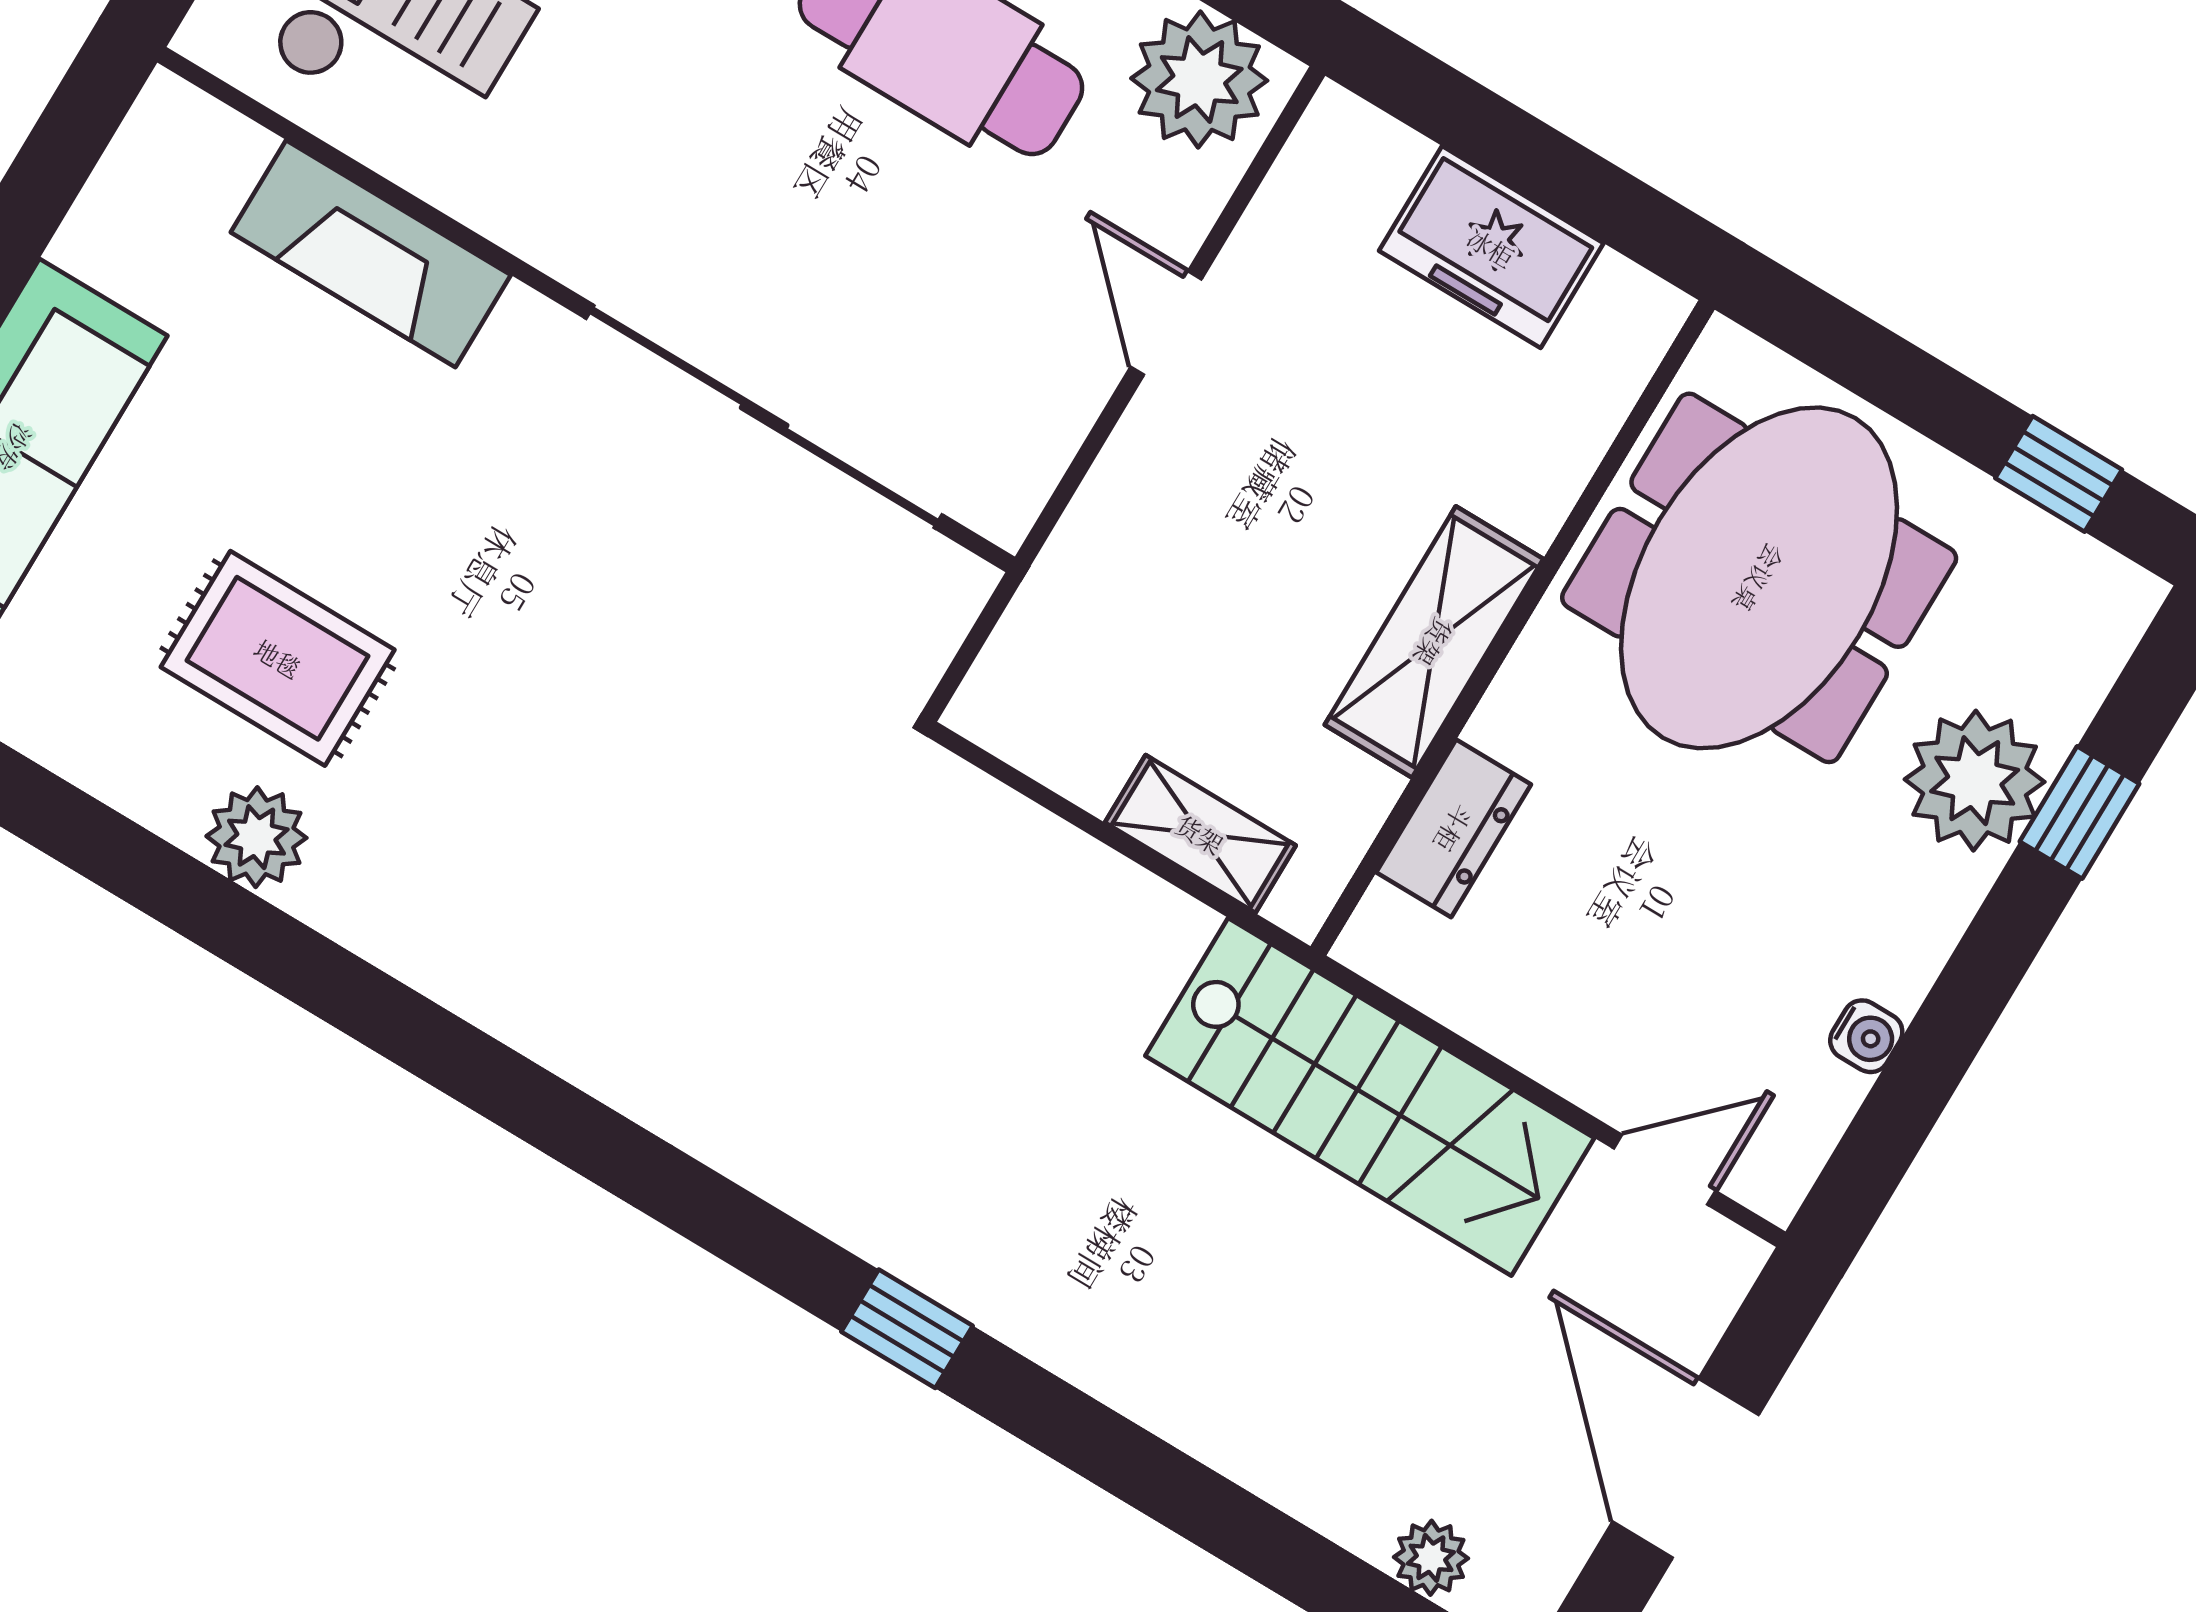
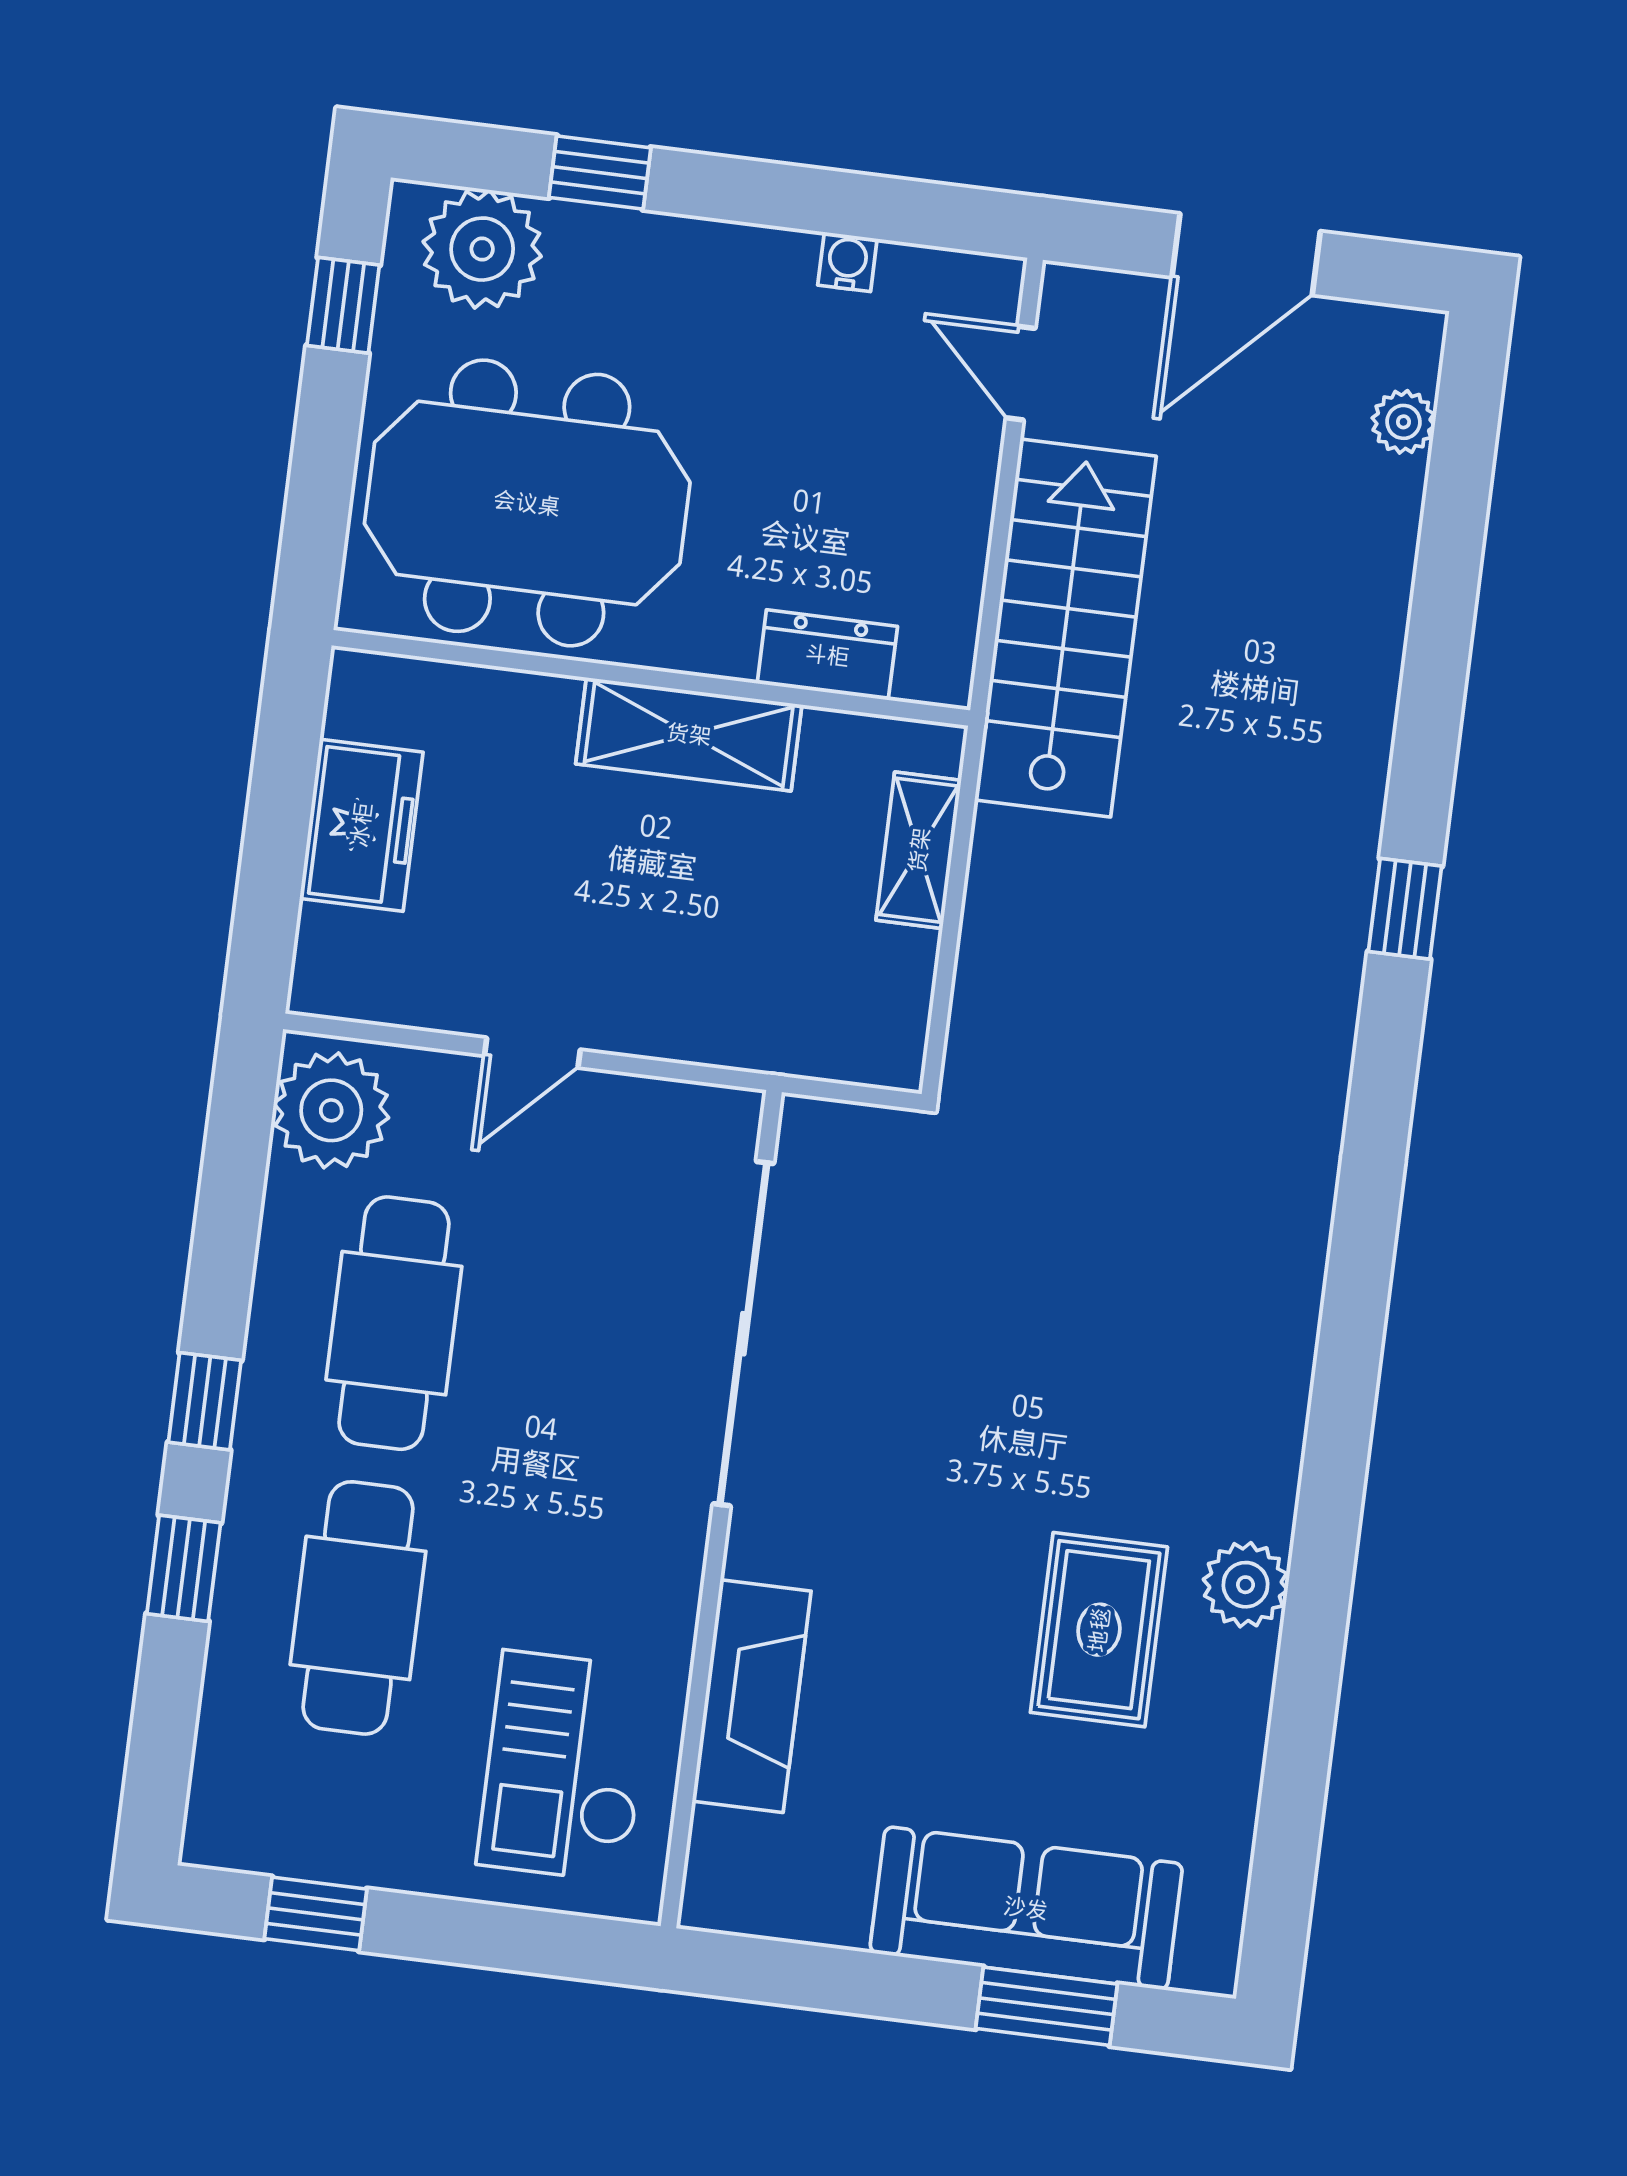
plant: (1975, 781) -> (482, 249), moved

